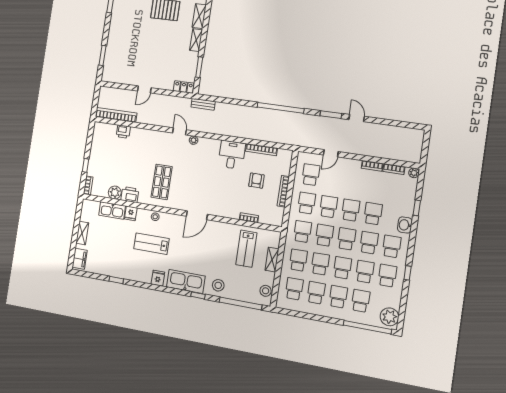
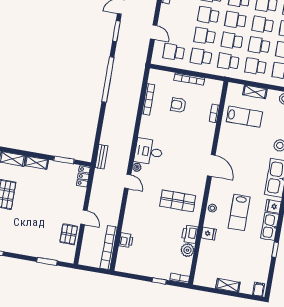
pallet: (128, 75) -> (69, 234), added
door: (179, 131) -> (128, 181), swing flipped
desk: (232, 155) -> (149, 152), moved
kitchen sink: (112, 210) -> (270, 226), moved, turned 180
filing cabinet: (80, 259) -> (259, 289), width x0.50

